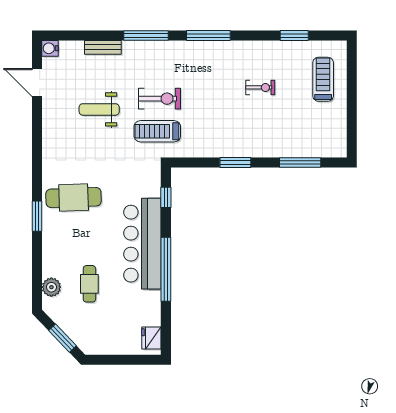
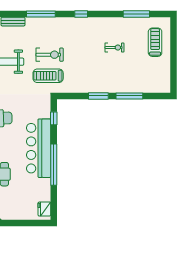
window: (208, 35) -> (81, 14), width x0.46
window: (294, 35) -> (136, 14), width x1.44
window: (300, 163) -> (129, 96), moved

